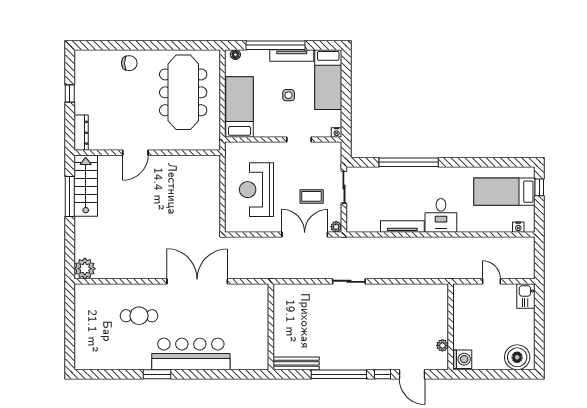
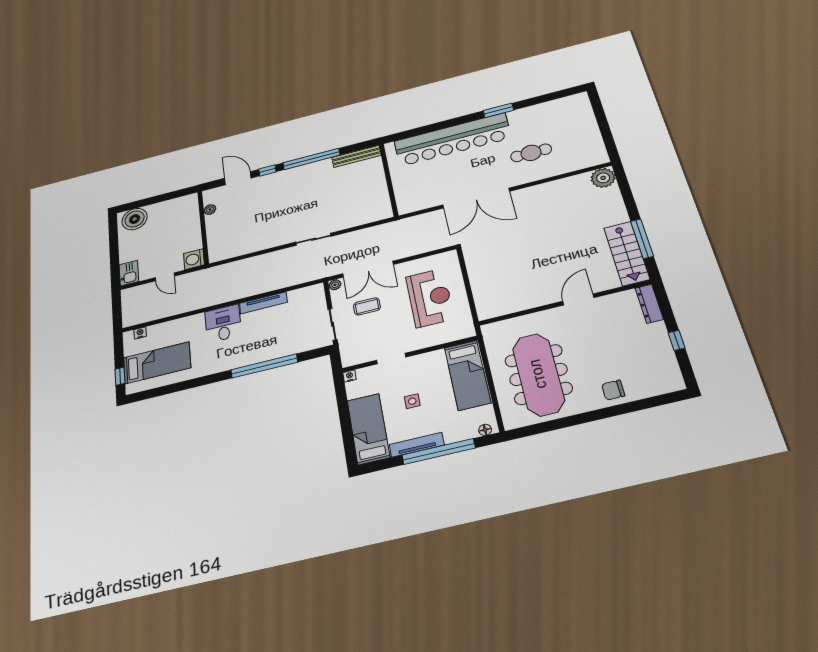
bar counter: (191, 354) -> (452, 140), width x1.36
washing machine: (462, 359) -> (194, 259), moved

